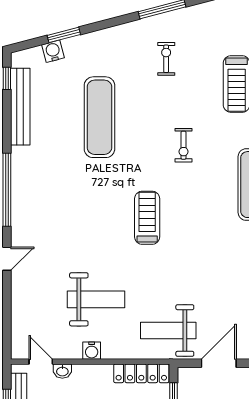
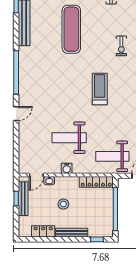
weight bench: (96, 299) -> (69, 138), turned 180
door: (41, 362) -> (36, 175), swing flipped

